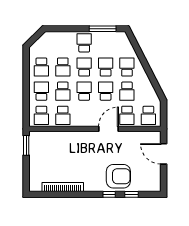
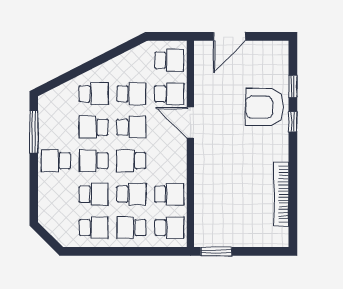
school desk: (127, 67) -> (94, 94), turned 180
school desk: (106, 91) -> (131, 127), turned 180
armchair: (118, 176) -> (264, 107), turned -90

